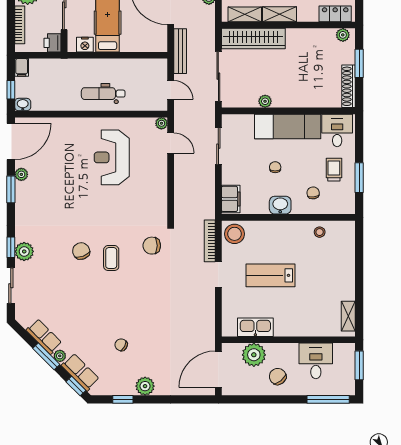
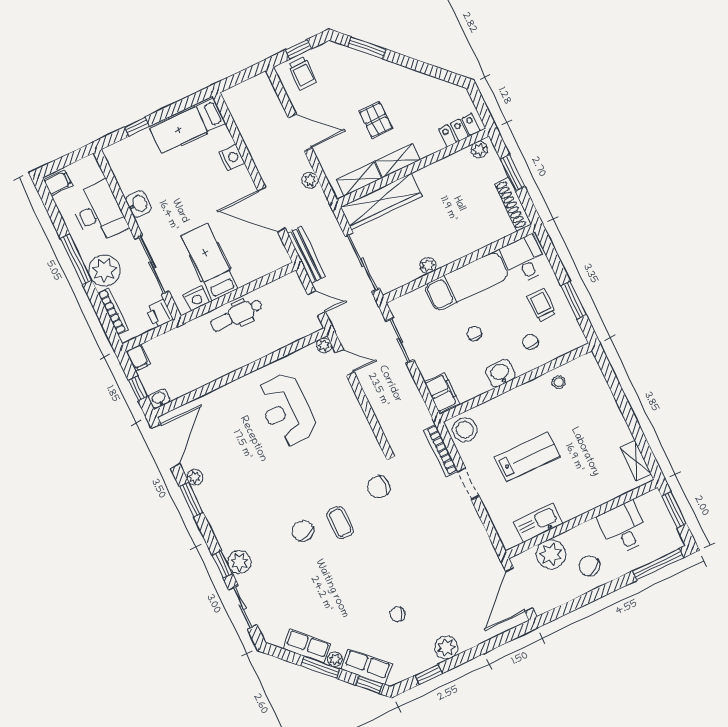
dental chair: (103, 94) -> (236, 315), moved
lab bench: (270, 275) -> (527, 457), turned 180

